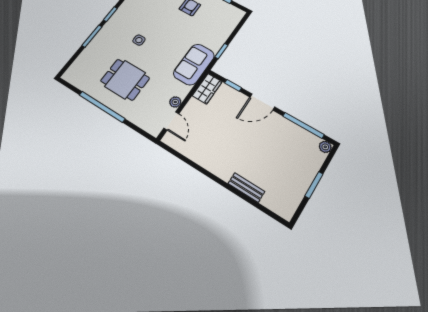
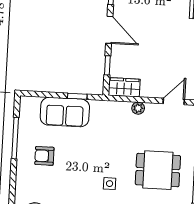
sofa: (194, 64) -> (65, 112), moved
dining table: (125, 79) -> (158, 170), turned 90
plant: (175, 102) -> (138, 108), moved

